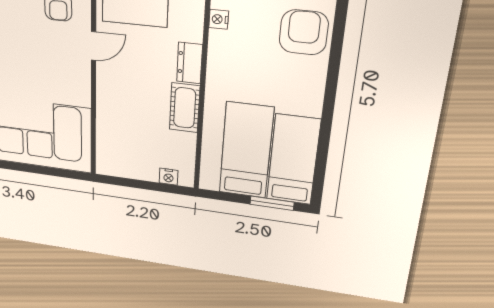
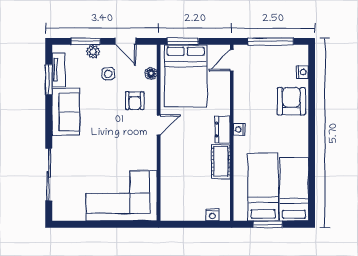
nightstand: (219, 19) -> (239, 129), moved
window: (272, 203) -> (268, 224), moved

